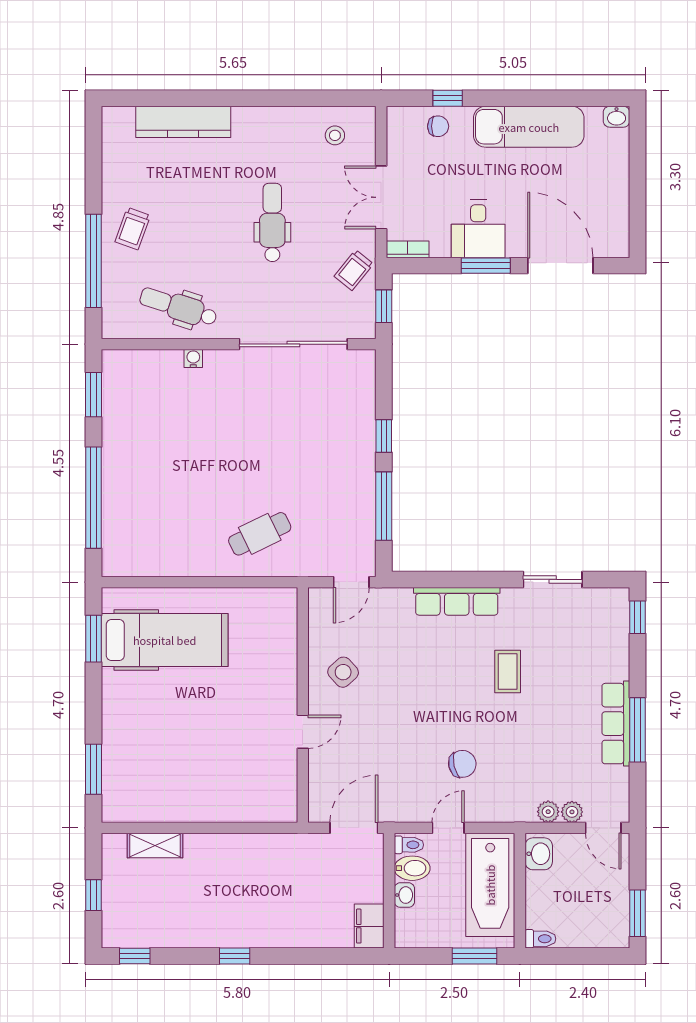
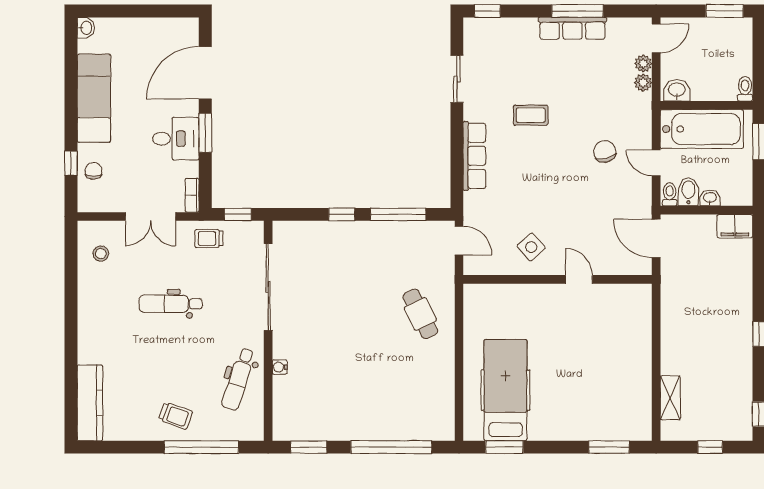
kitchen counter: (183, 122) -> (90, 403), moved
trolley: (354, 270) -> (209, 238), turned 141

